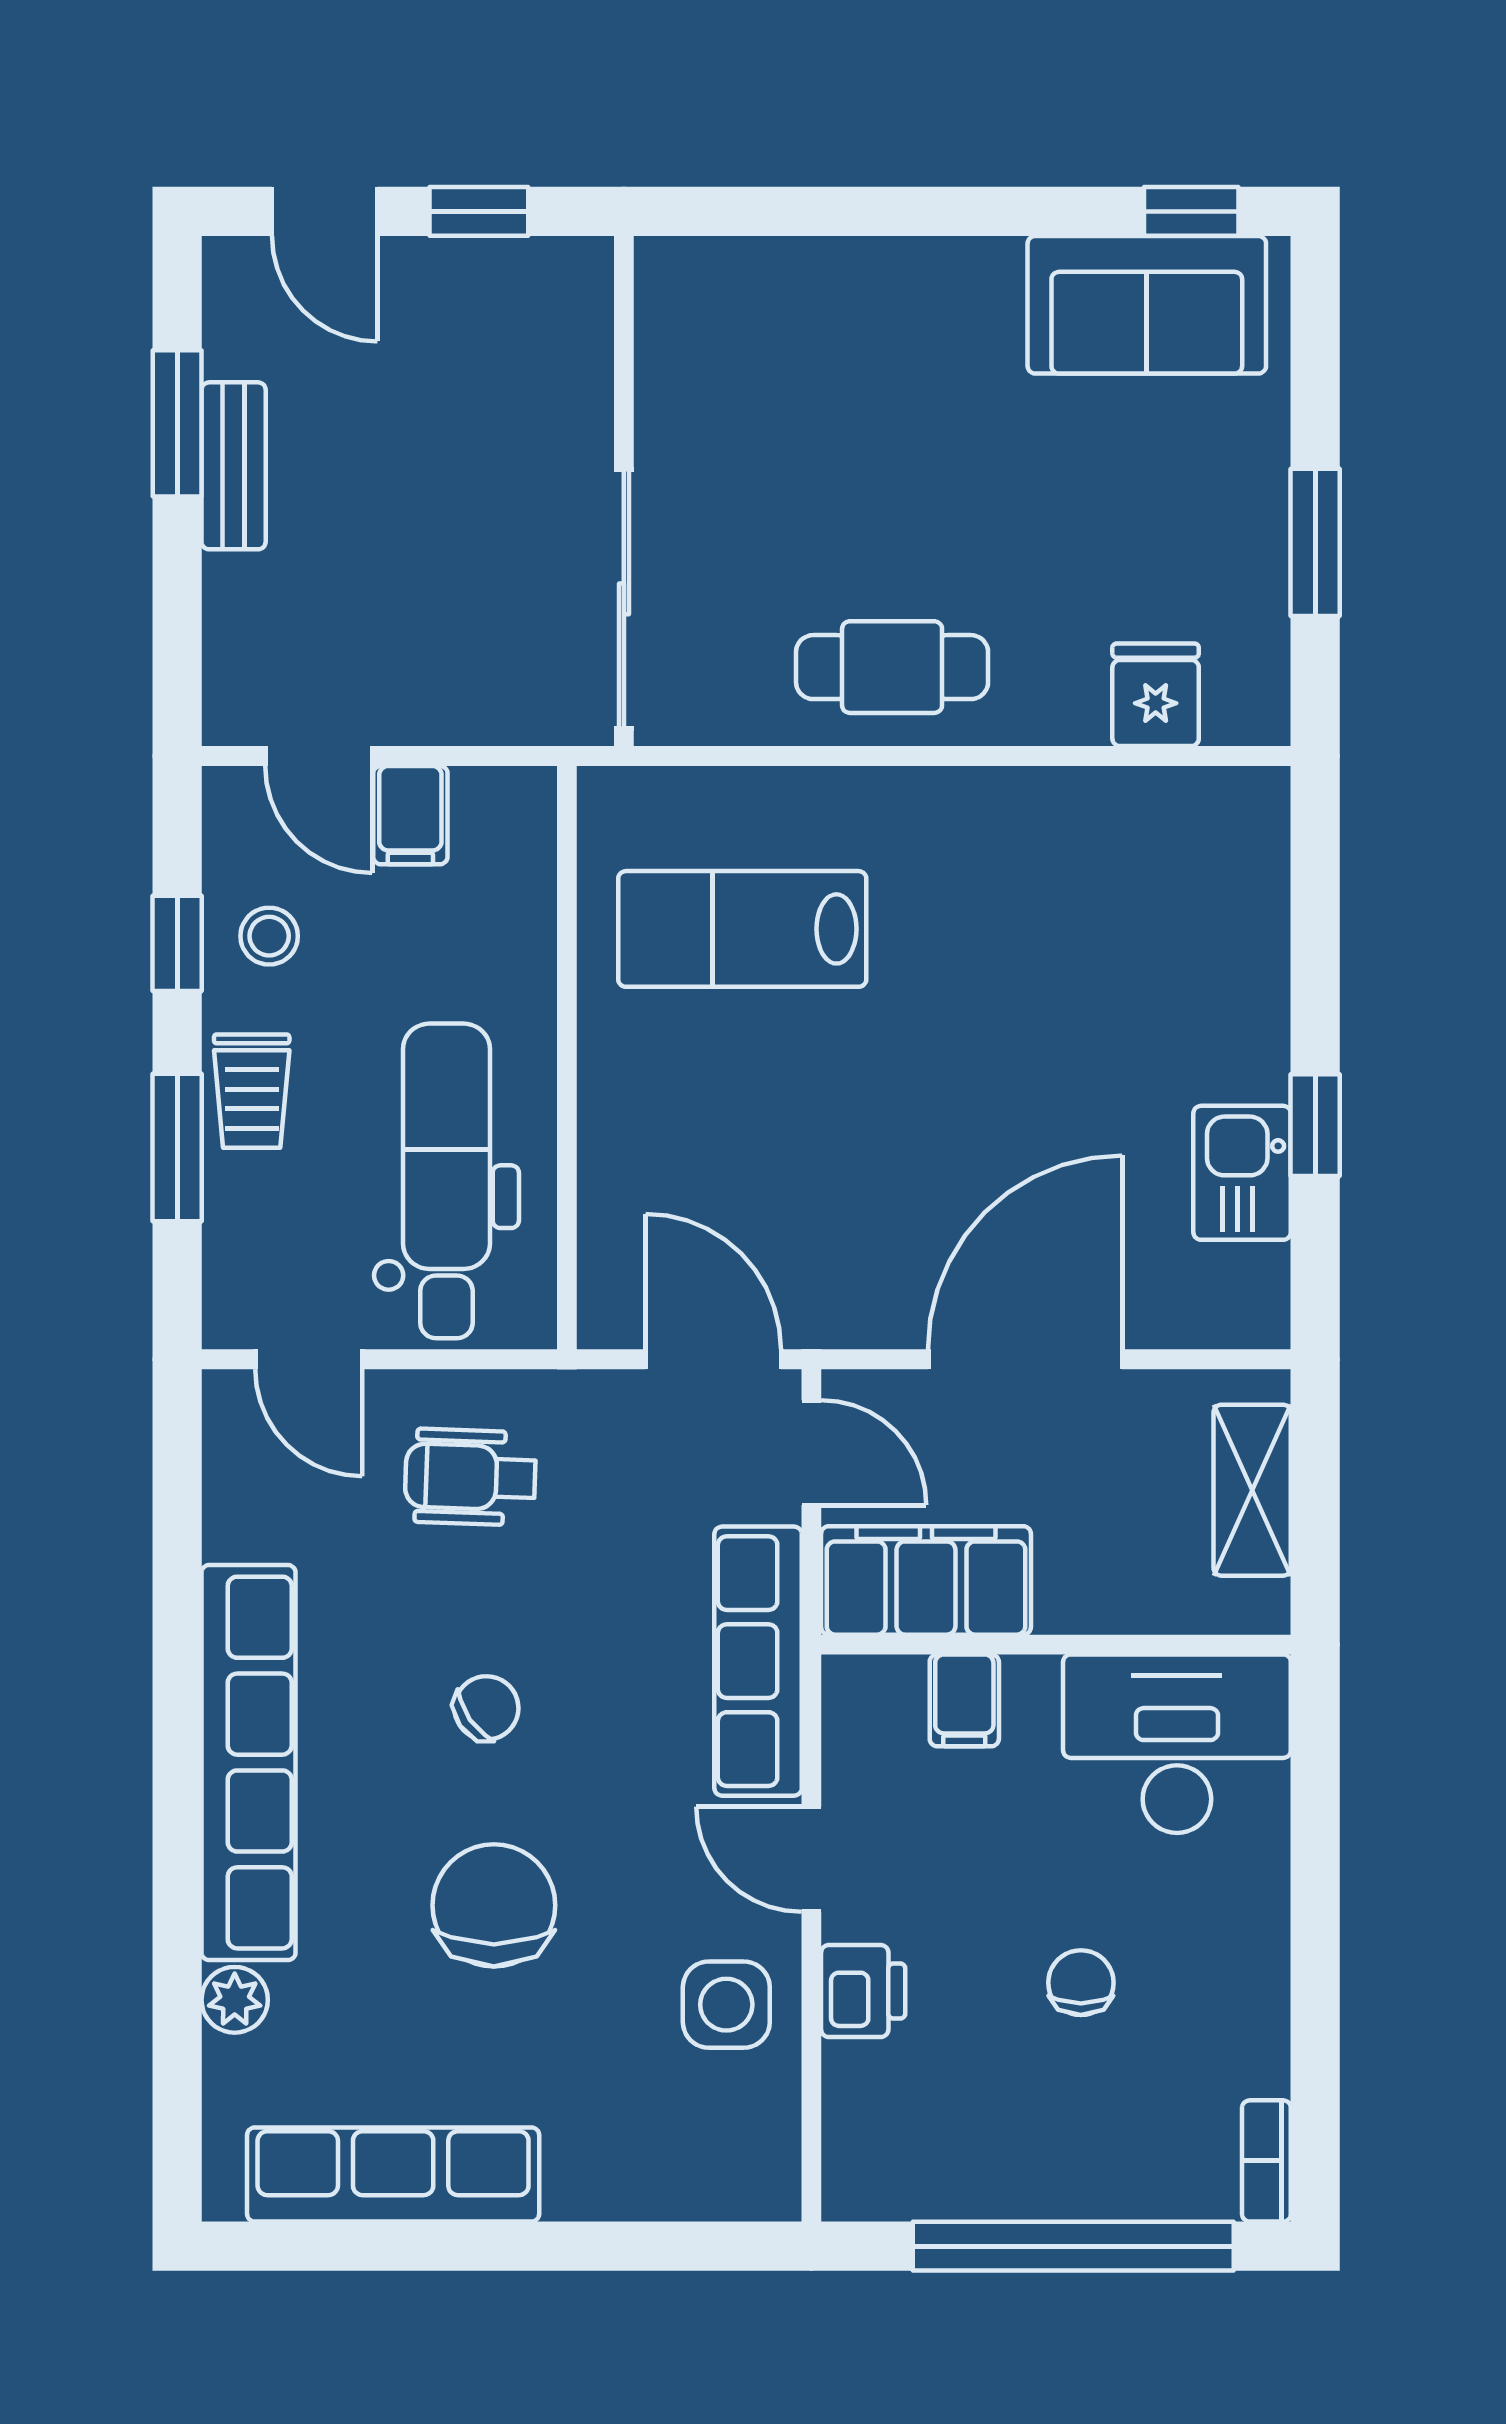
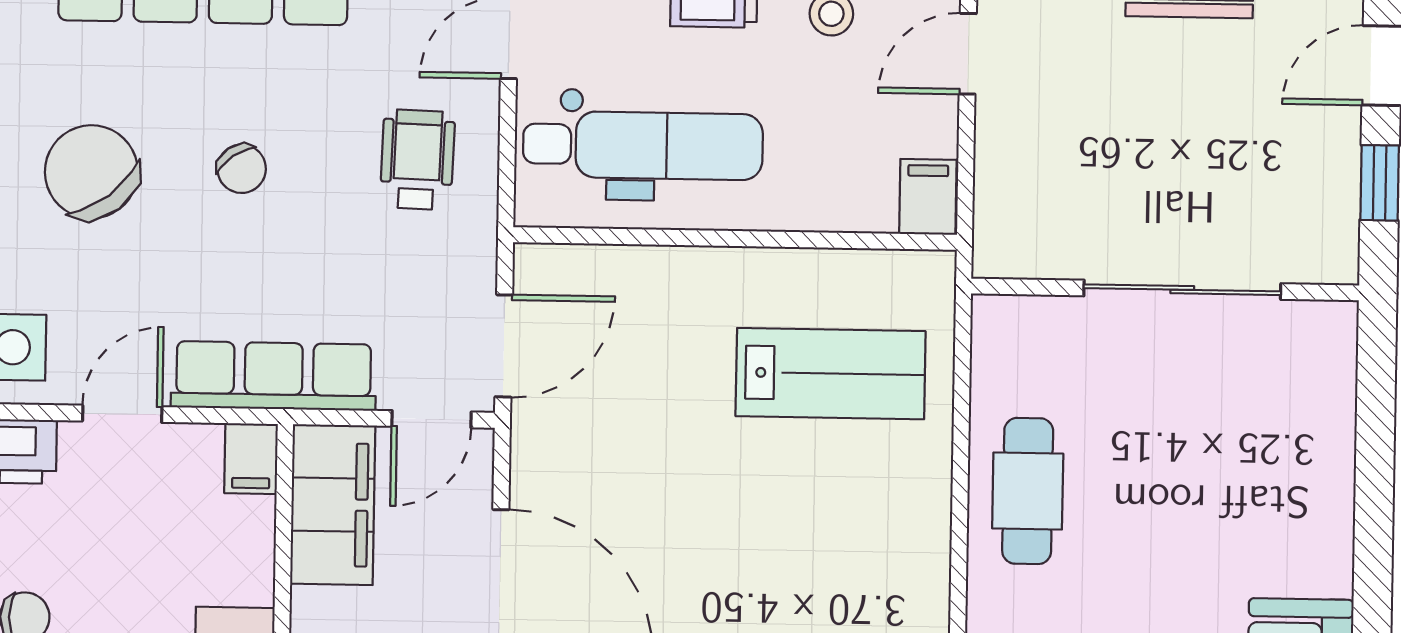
sliding door: (624, 599) -> (1182, 290), moved
filing cabinet: (410, 815) -> (928, 197), moved, turned 90
lab bench: (742, 929) -> (831, 374), turned 90
filing cabinet: (964, 1700) -> (251, 459), moved, turned -90
chair: (494, 1905) -> (91, 172), turned -128

